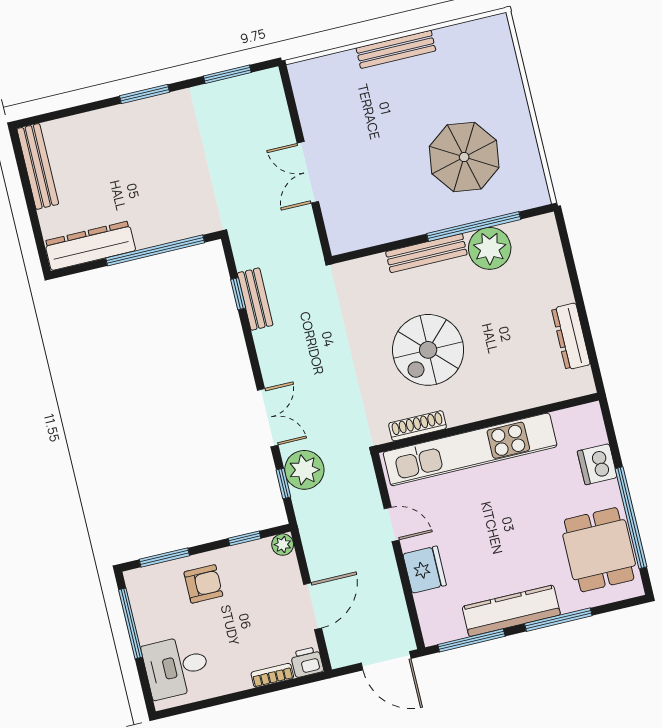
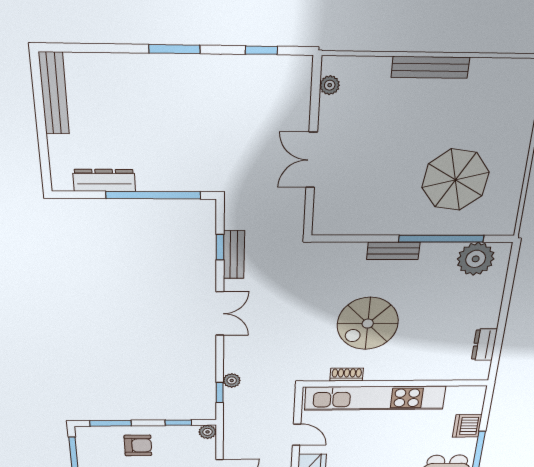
window: (227, 74) -> (261, 50), width x0.67
plant: (303, 91) -> (330, 85), added
dresser: (90, 246) -> (104, 180), width x0.73, depth x0.80
plant: (490, 248) -> (476, 259), moved
bench: (426, 253) -> (393, 251), width x0.73
dresser: (571, 336) -> (484, 345), width x0.70
double door: (268, 418) -> (220, 314), moved
shoe rack: (417, 426) -> (347, 375), width x0.70
plant: (304, 470) -> (232, 380), width x0.53, depth x0.53

